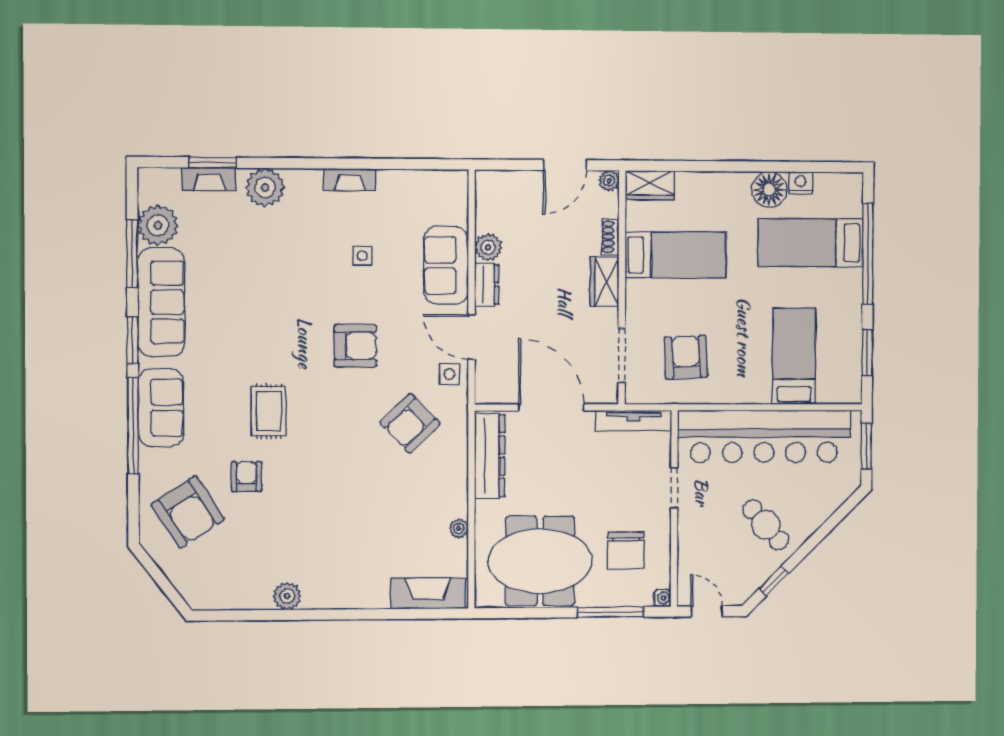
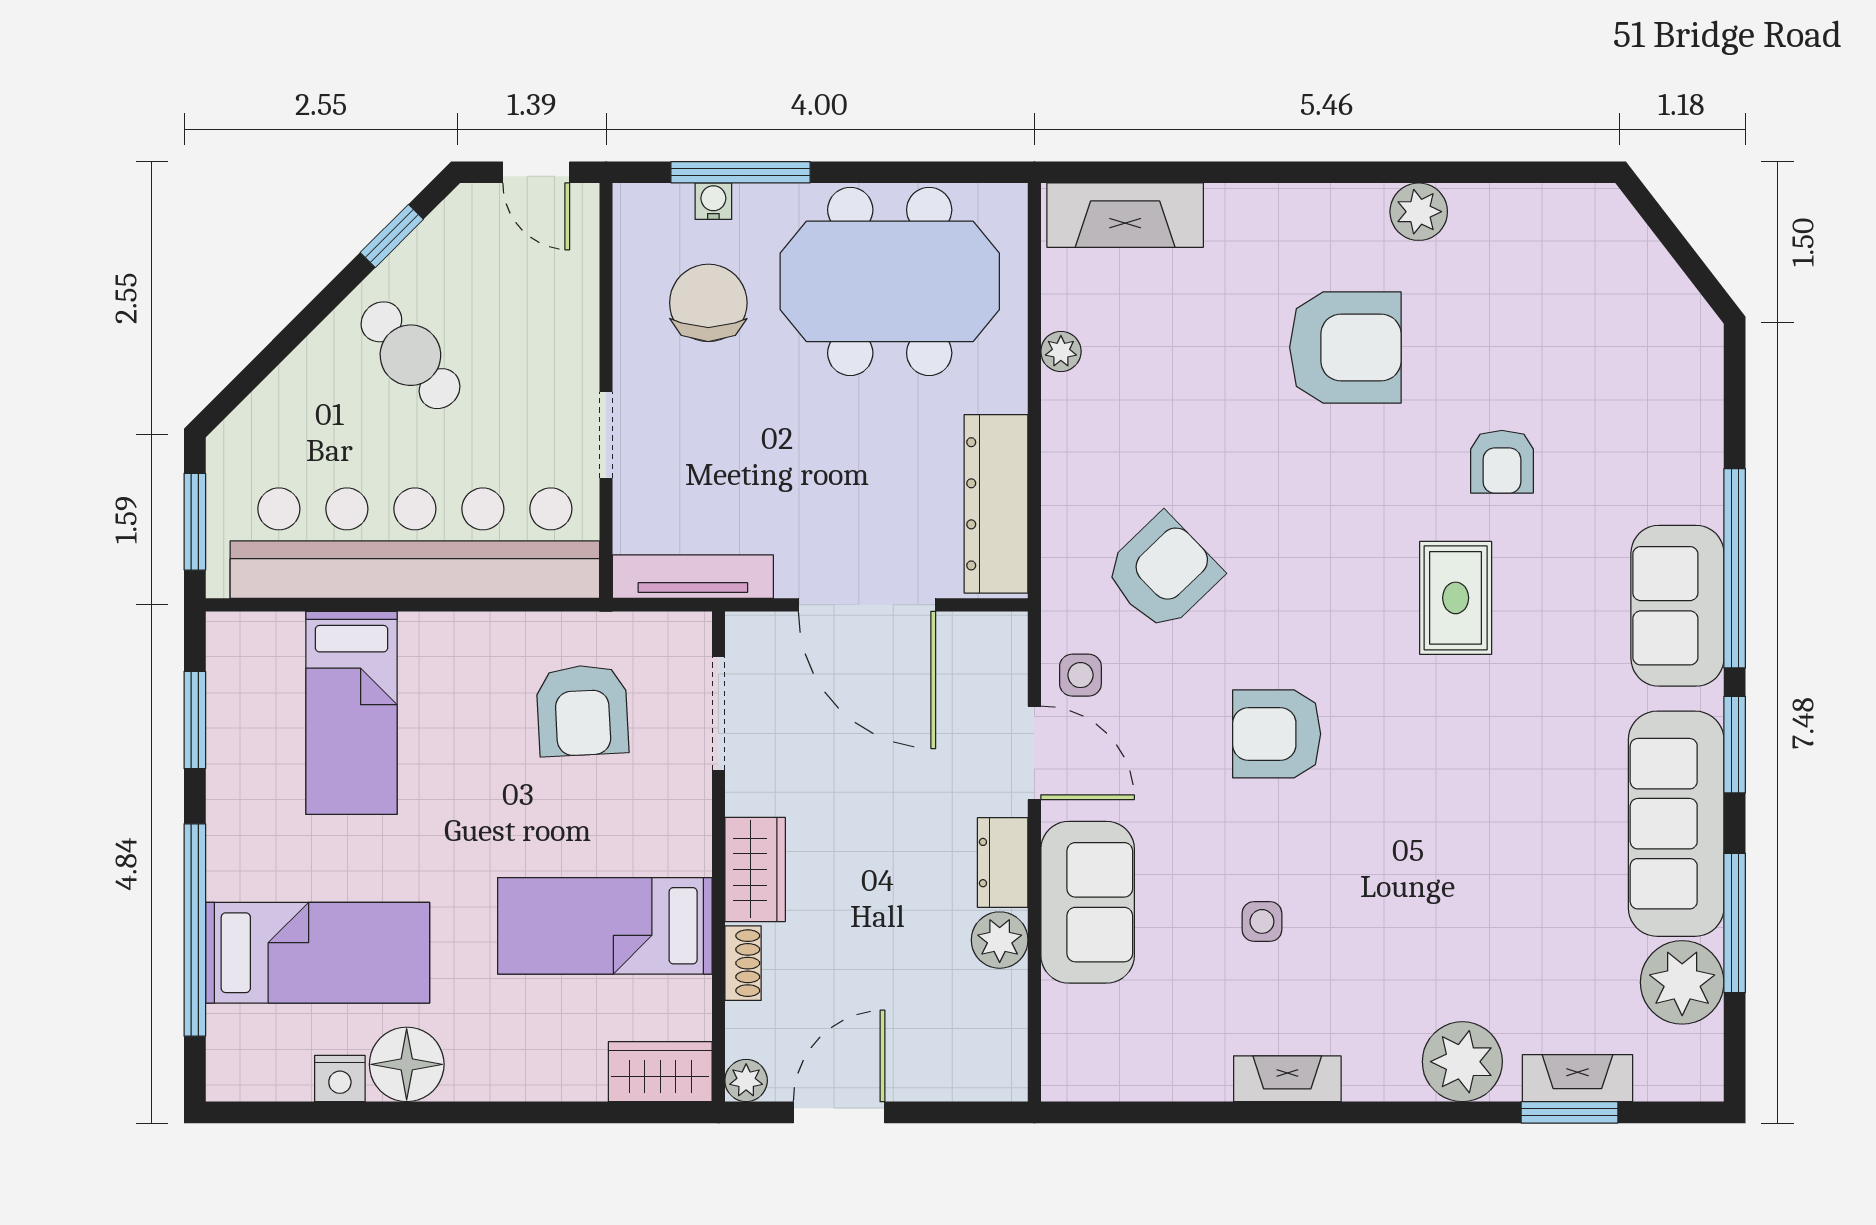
armchair: (188, 512) -> (1345, 347), moved, turned 123
water cooler: (662, 598) -> (713, 201), moved, turned 90

